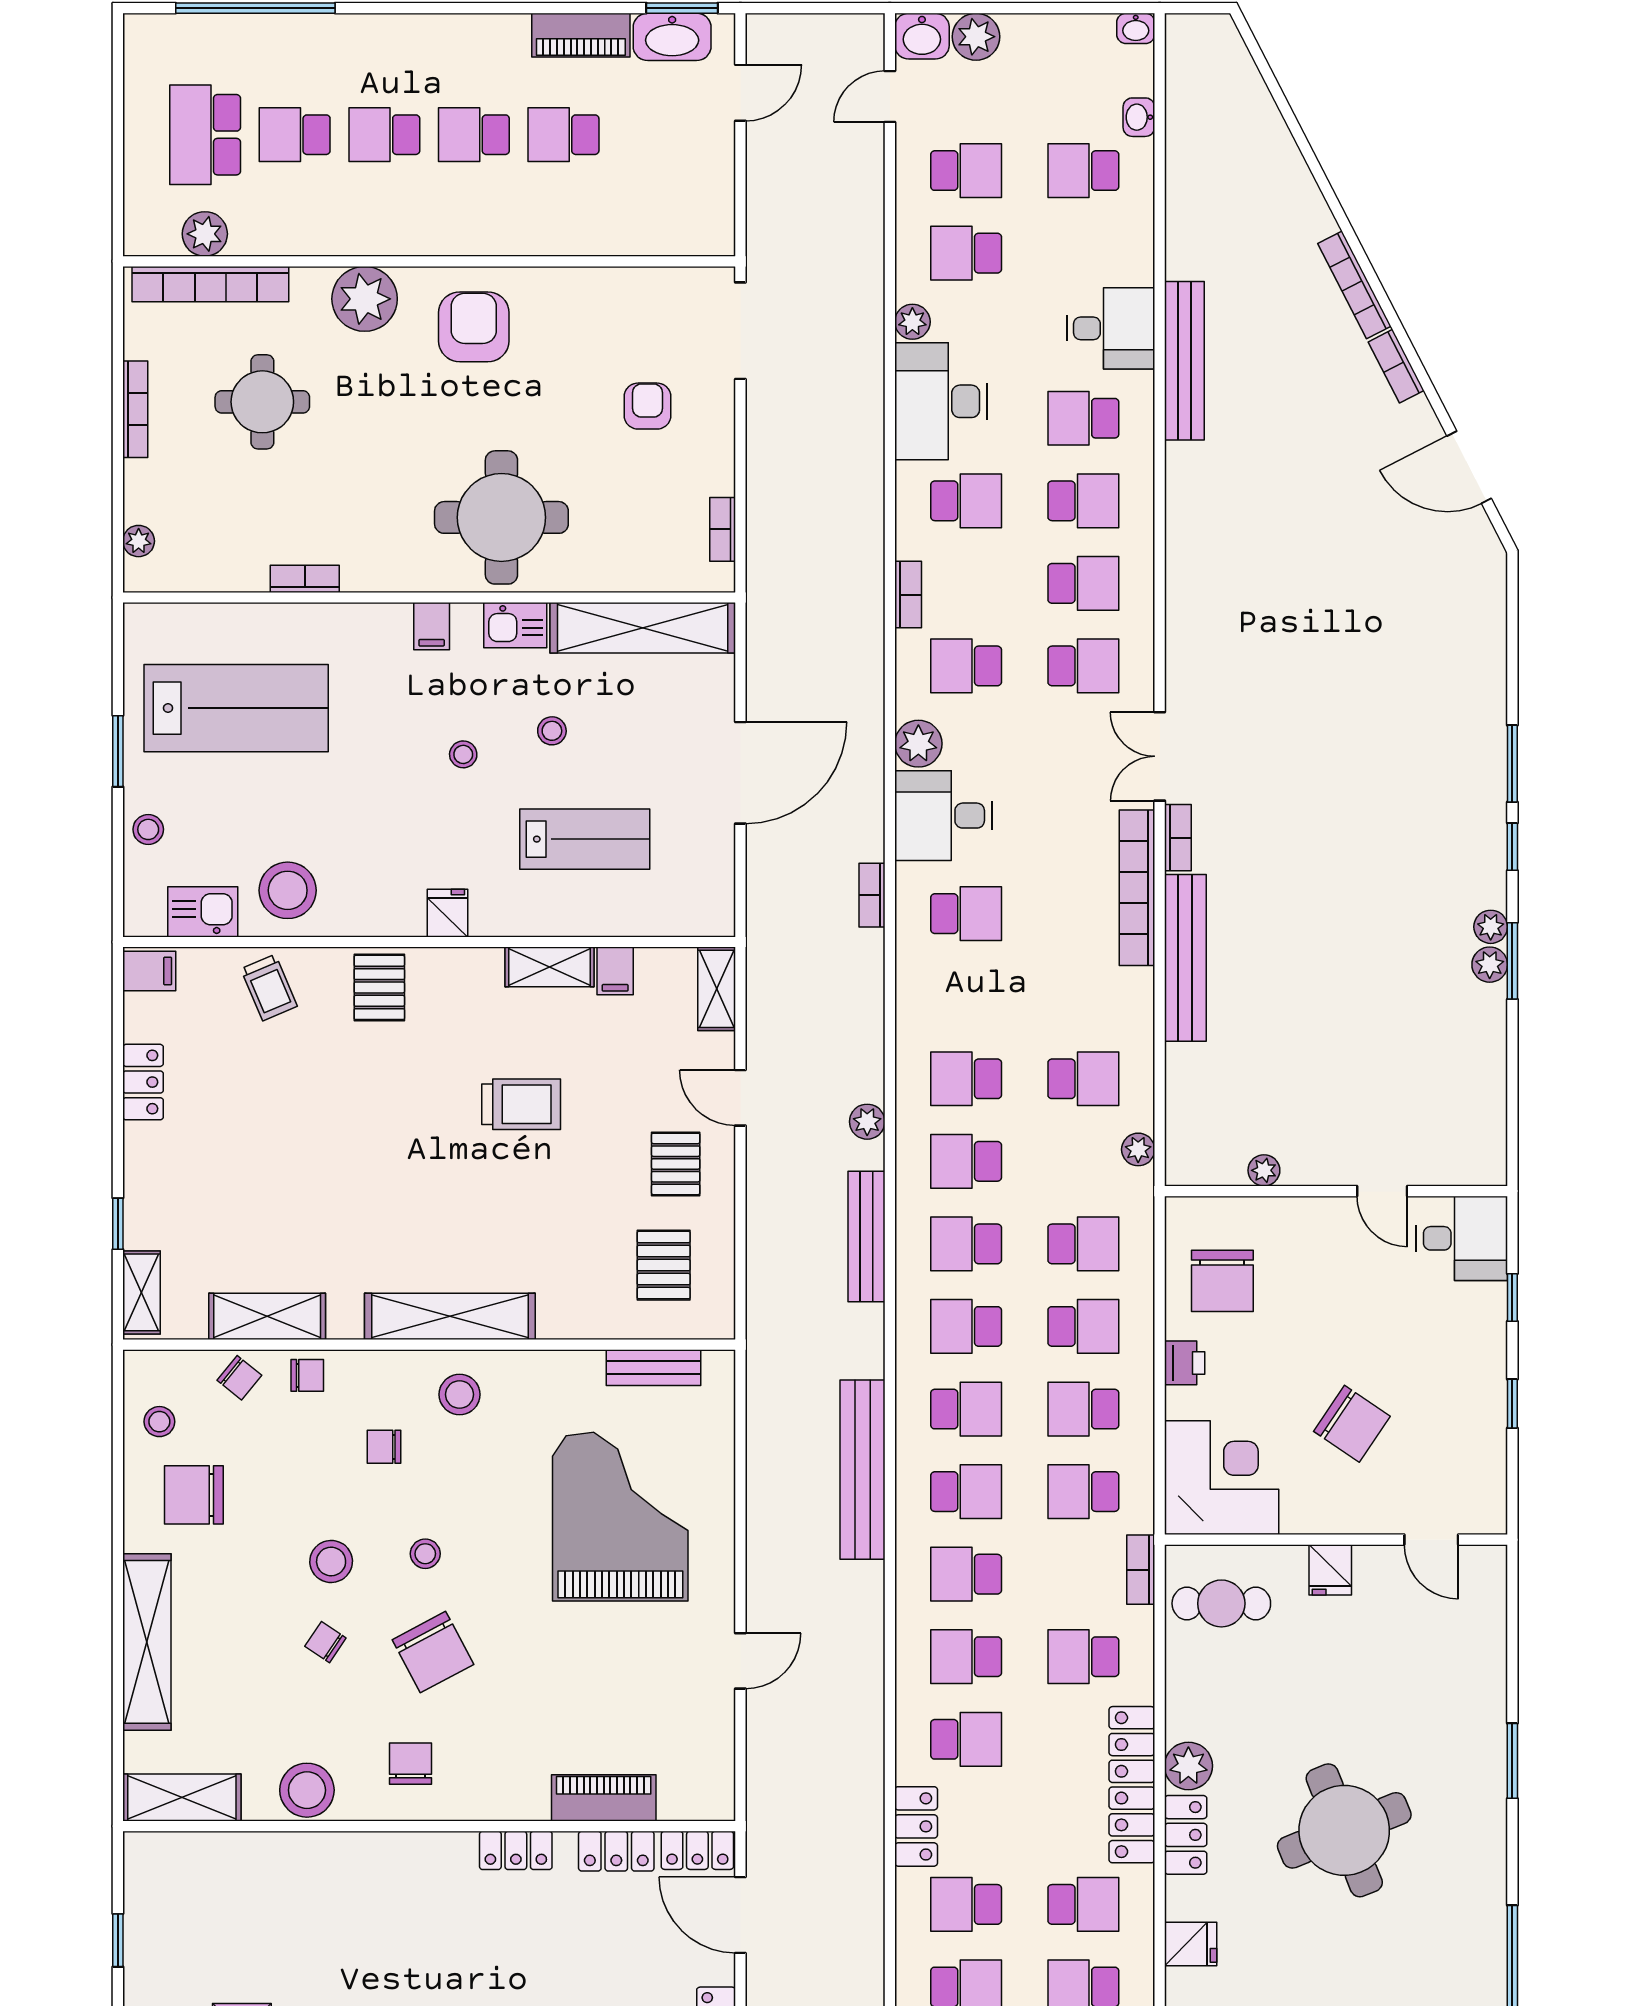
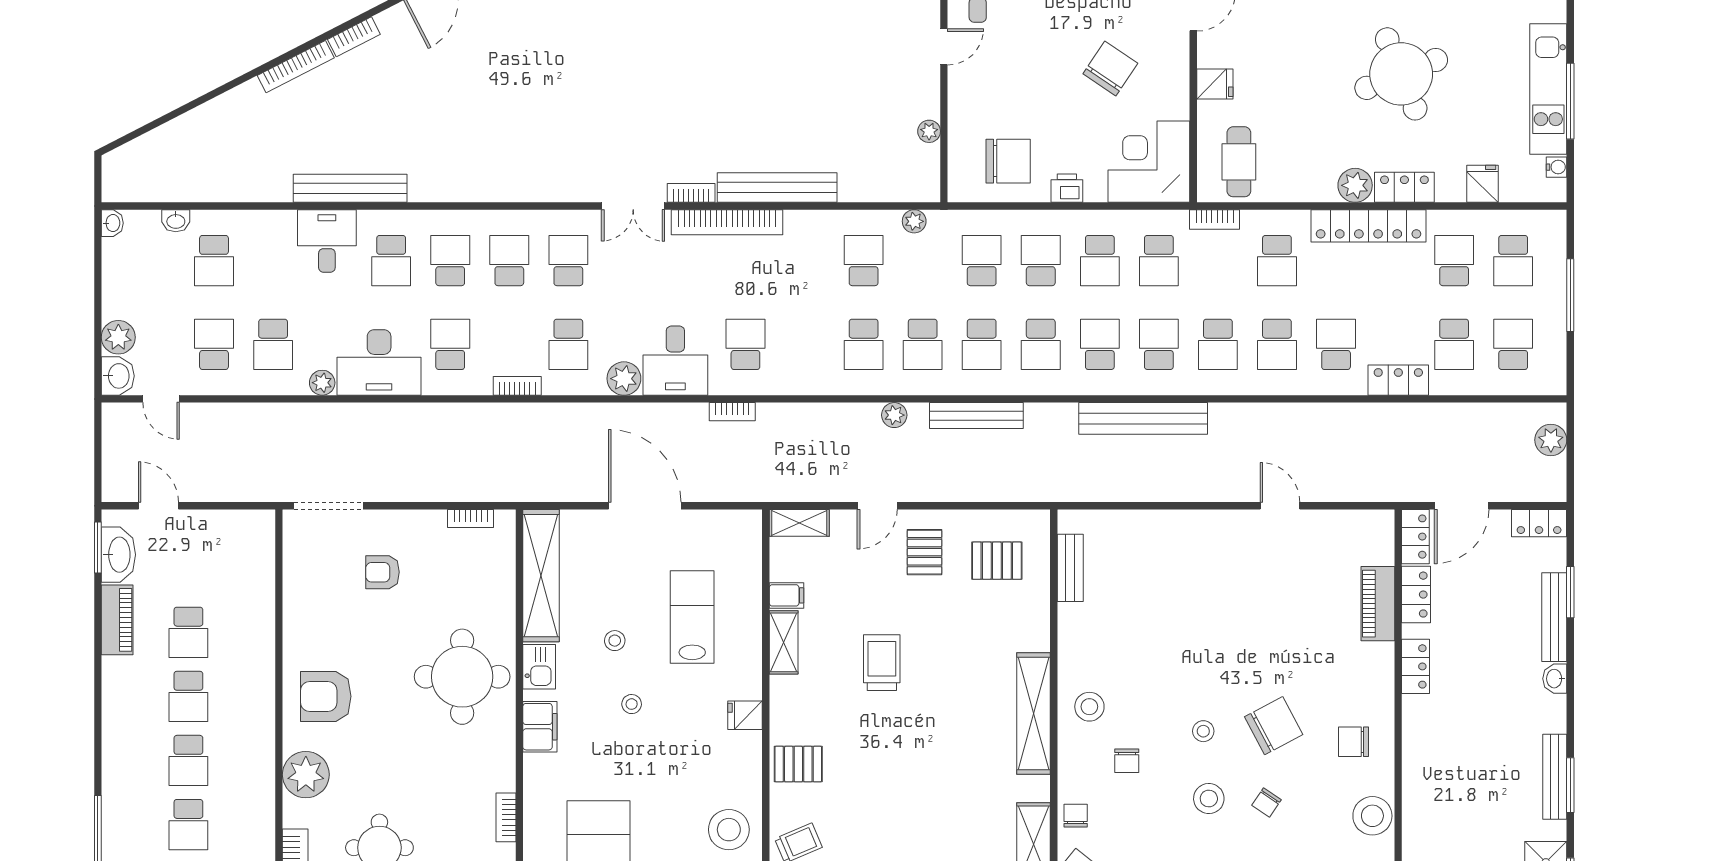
filing cabinet: (432, 626) -> (540, 727), width x2.00
pallet: (676, 1164) -> (924, 552), turned 90
grand piano: (620, 1517) -> (1177, 592), removed

